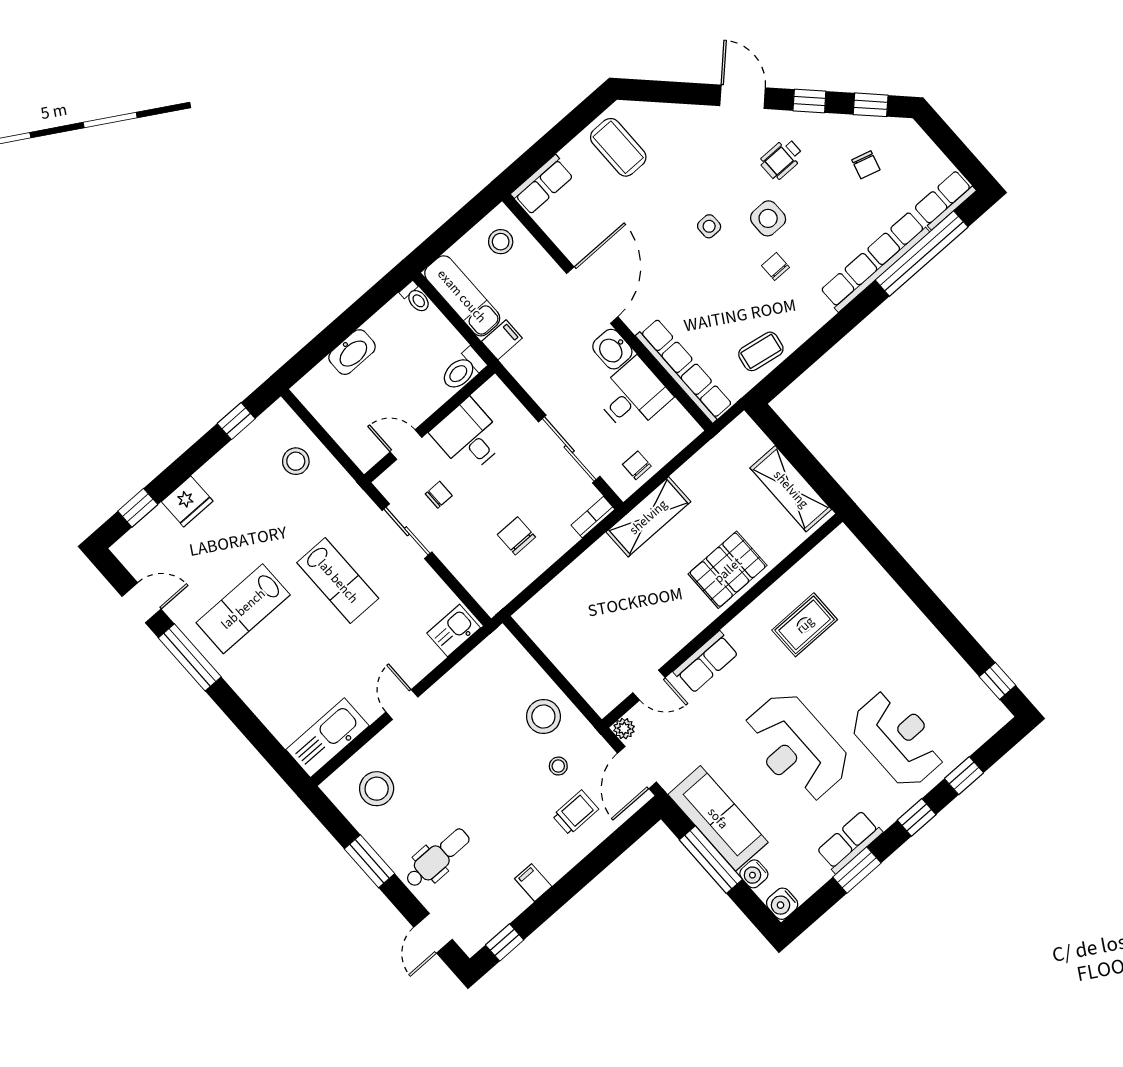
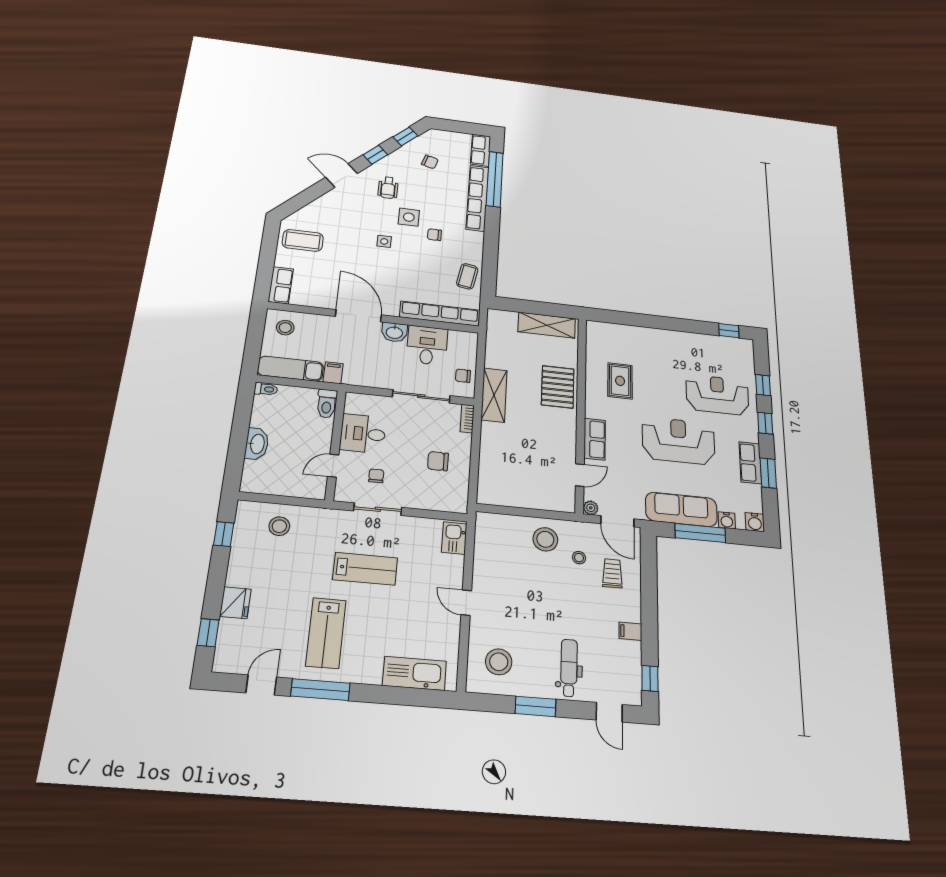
kitchen sink: (327, 738) -> (414, 673), moved, turned 90
reception desk: (796, 747) -> (678, 441), turned 180

